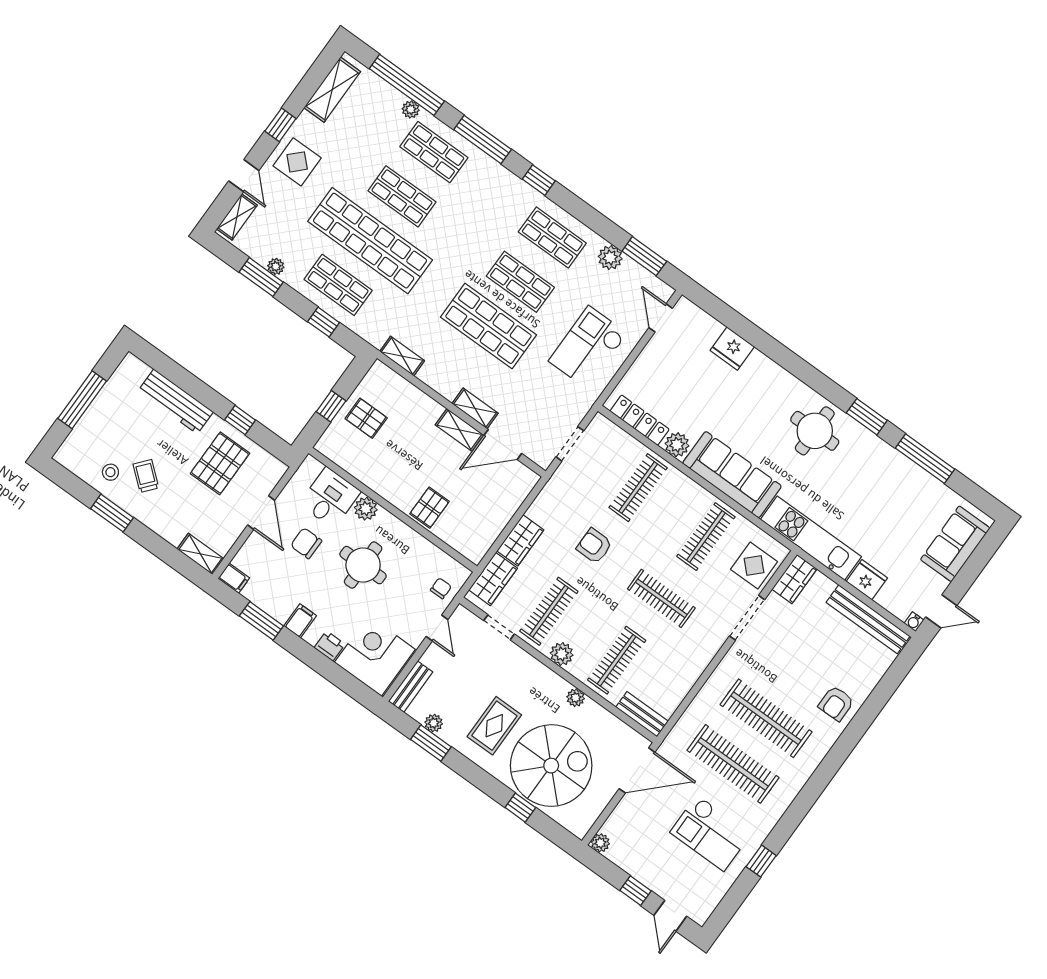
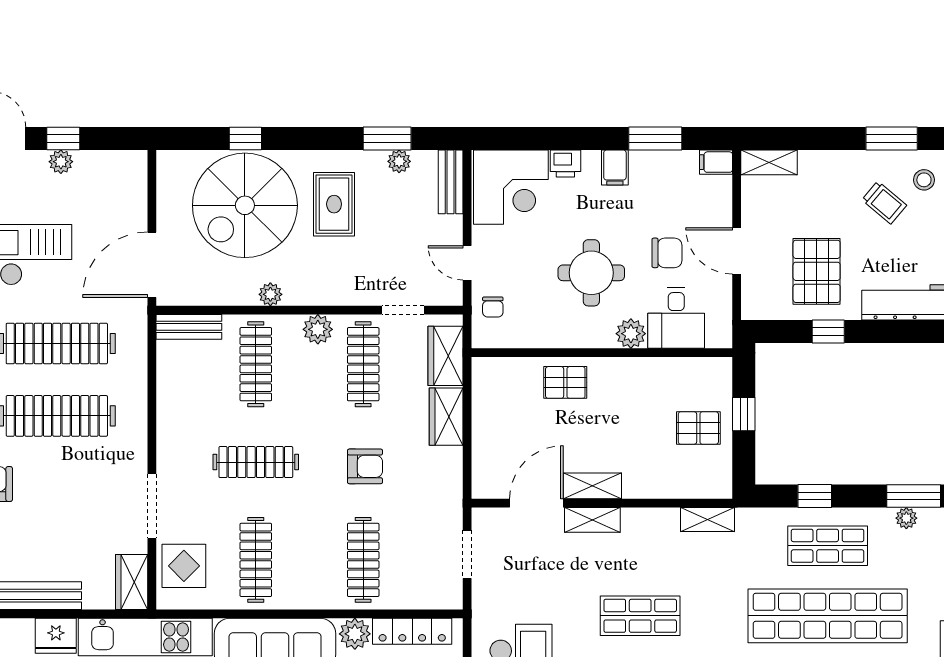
shop shelf: (488, 326) -> (640, 616), width x0.70, depth x0.74
pallet: (429, 508) -> (565, 382), turned 90
plant: (600, 843) -> (61, 162), moved

